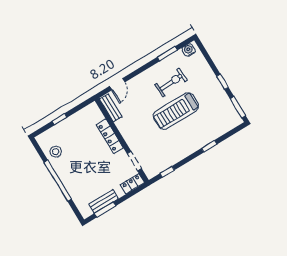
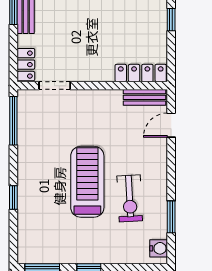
door: (117, 84) -> (171, 125), hinge flipped
locker: (110, 136) -> (141, 73), moved
window: (167, 172) -> (13, 121), width x2.17

